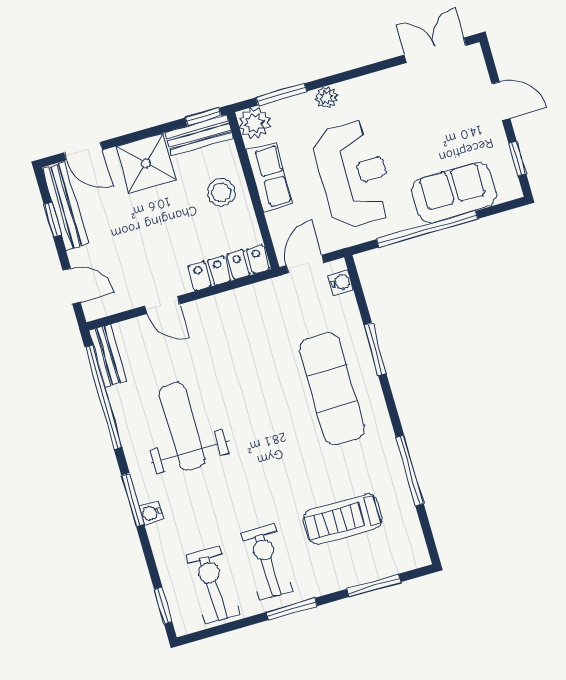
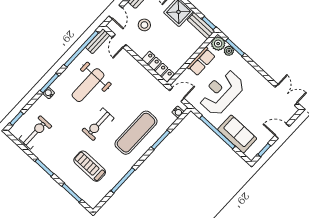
plant: (326, 97) -> (229, 51), moved
door: (501, 101) -> (282, 131), swing flipped
reception desk: (354, 174) -> (221, 92), turned 180
stool: (221, 192) -> (144, 25), moved
door: (162, 305) -> (119, 41), moved
weight bench: (182, 427) -> (88, 85), turned 180
exercise bike: (267, 562) -> (98, 124), moved, turned 180

